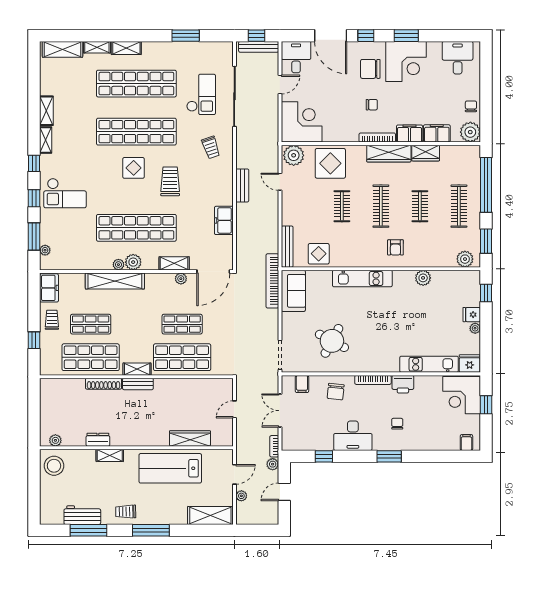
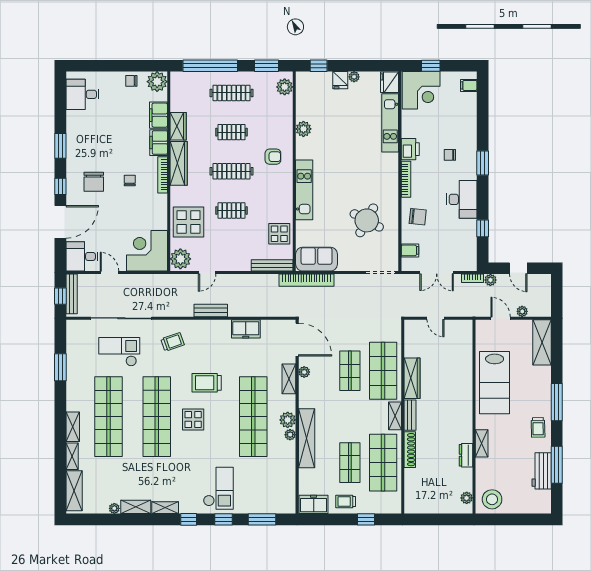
corner desk: (406, 61) -> (86, 146), removed
plant: (45, 250) -> (114, 508), moved
wardrobe: (190, 438) -> (412, 378), moved, turned 180

